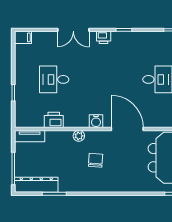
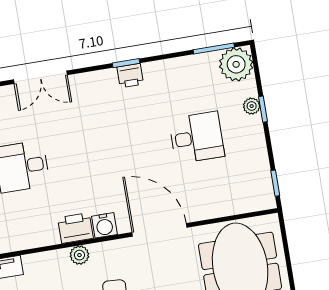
printer: (104, 37) -> (130, 76), moved
printer: (54, 120) -> (75, 228), moved

